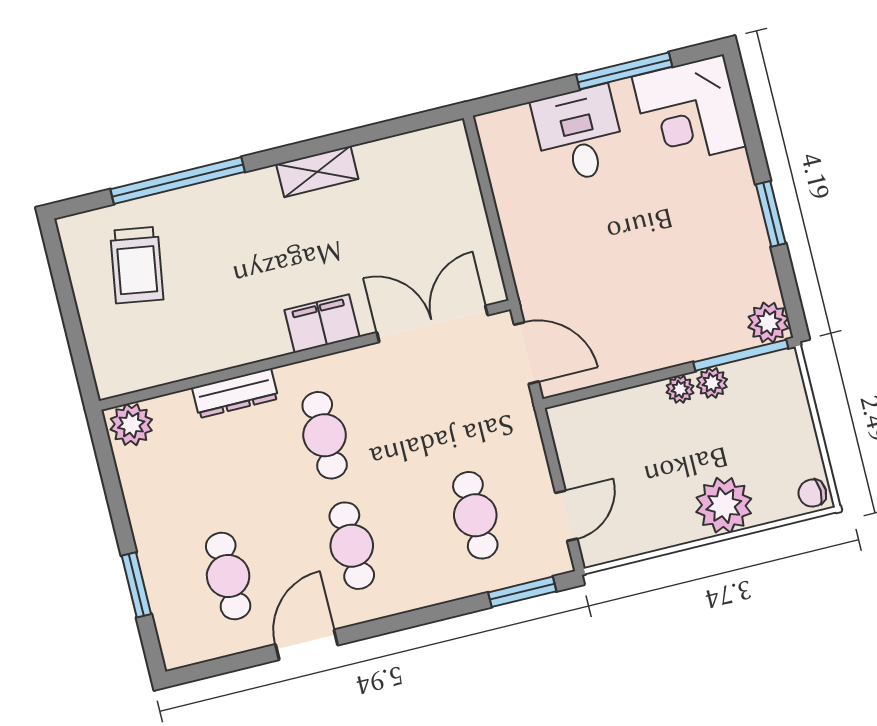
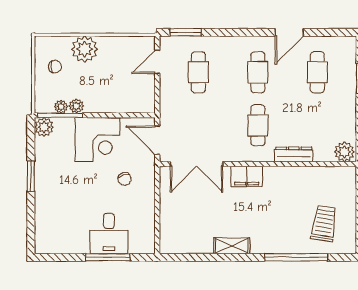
window: (624, 71) -> (108, 257), moved
corner desk: (689, 112) -> (97, 140), moved, turned 90
chair: (574, 256) -> (125, 179), added
plant: (680, 389) -> (61, 107), moved
chair: (812, 493) -> (55, 67), moved

